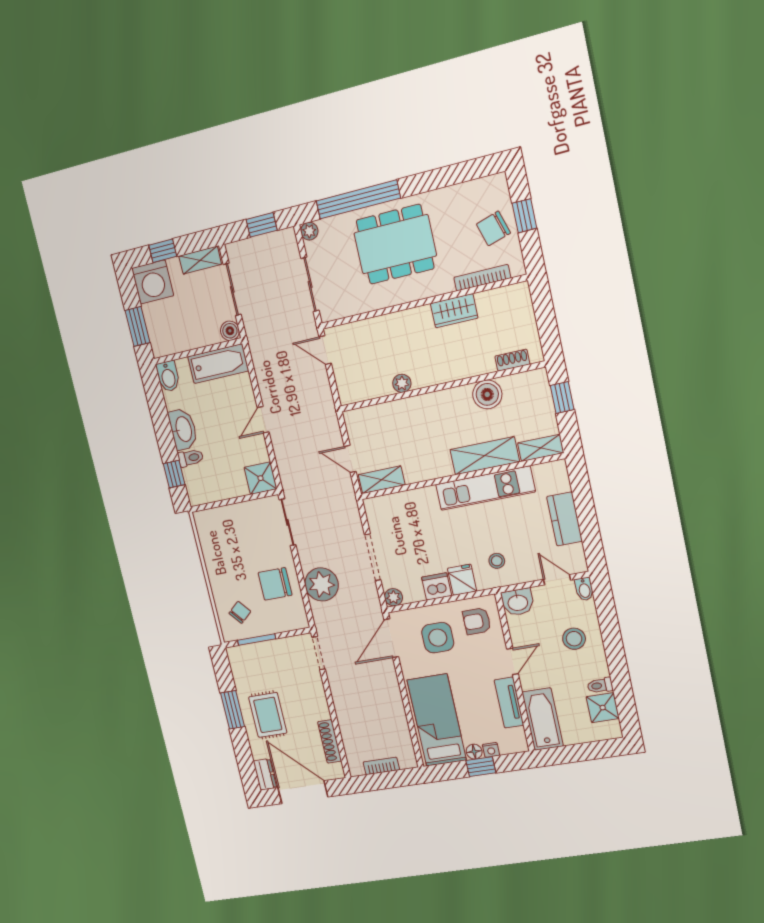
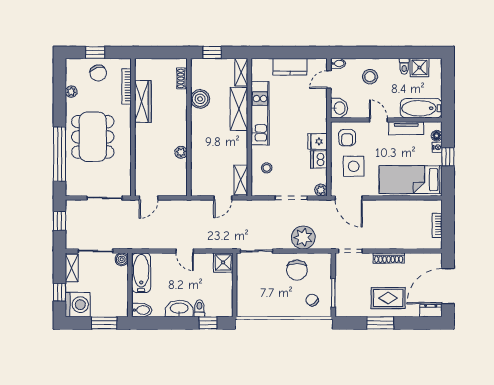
plant: (309, 231) -> (71, 92), moved
wardrobe: (454, 311) -> (143, 101), width x1.50
stool: (497, 561) -> (267, 168), moved
shoe rack: (330, 741) -> (389, 258), moved
floor lamp: (474, 752) -> (437, 136), moved

